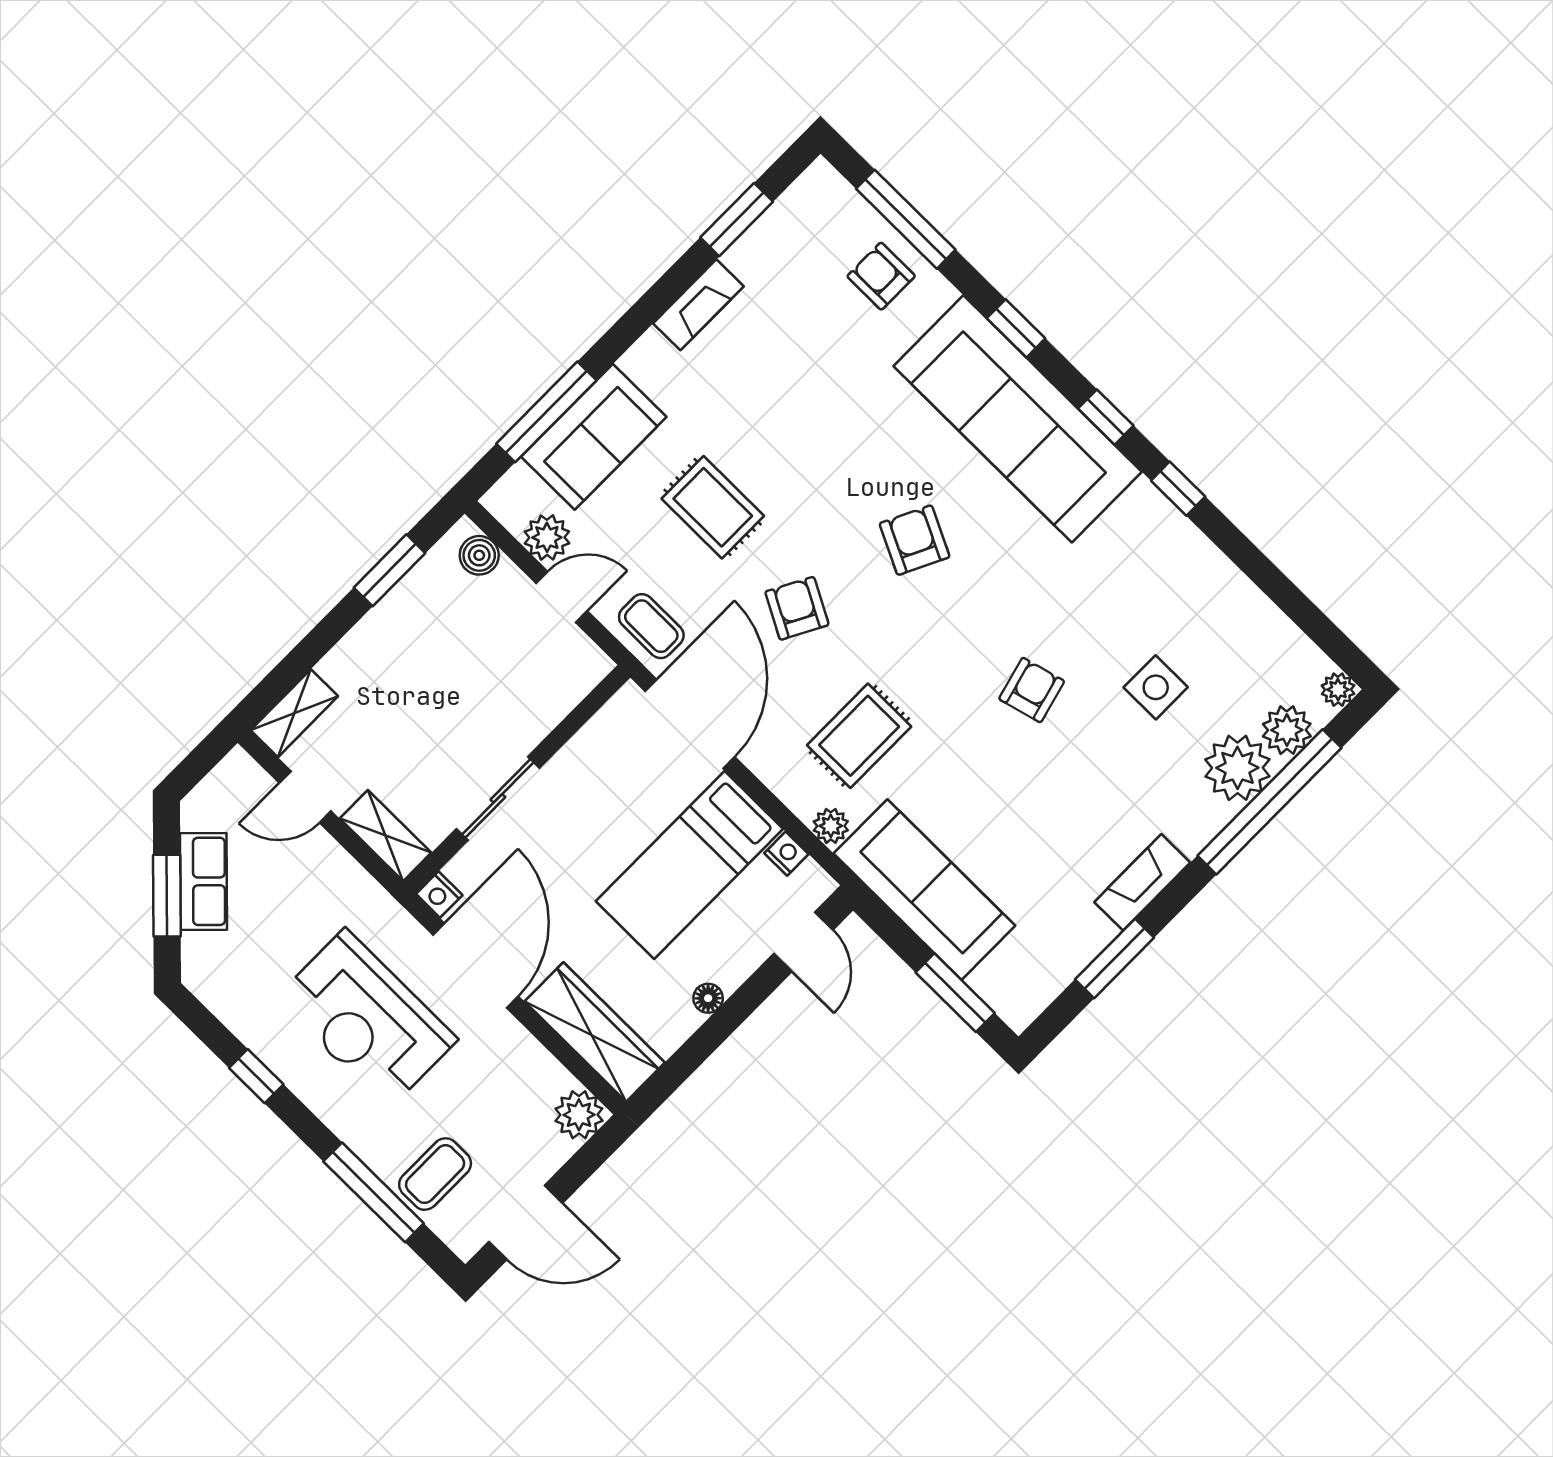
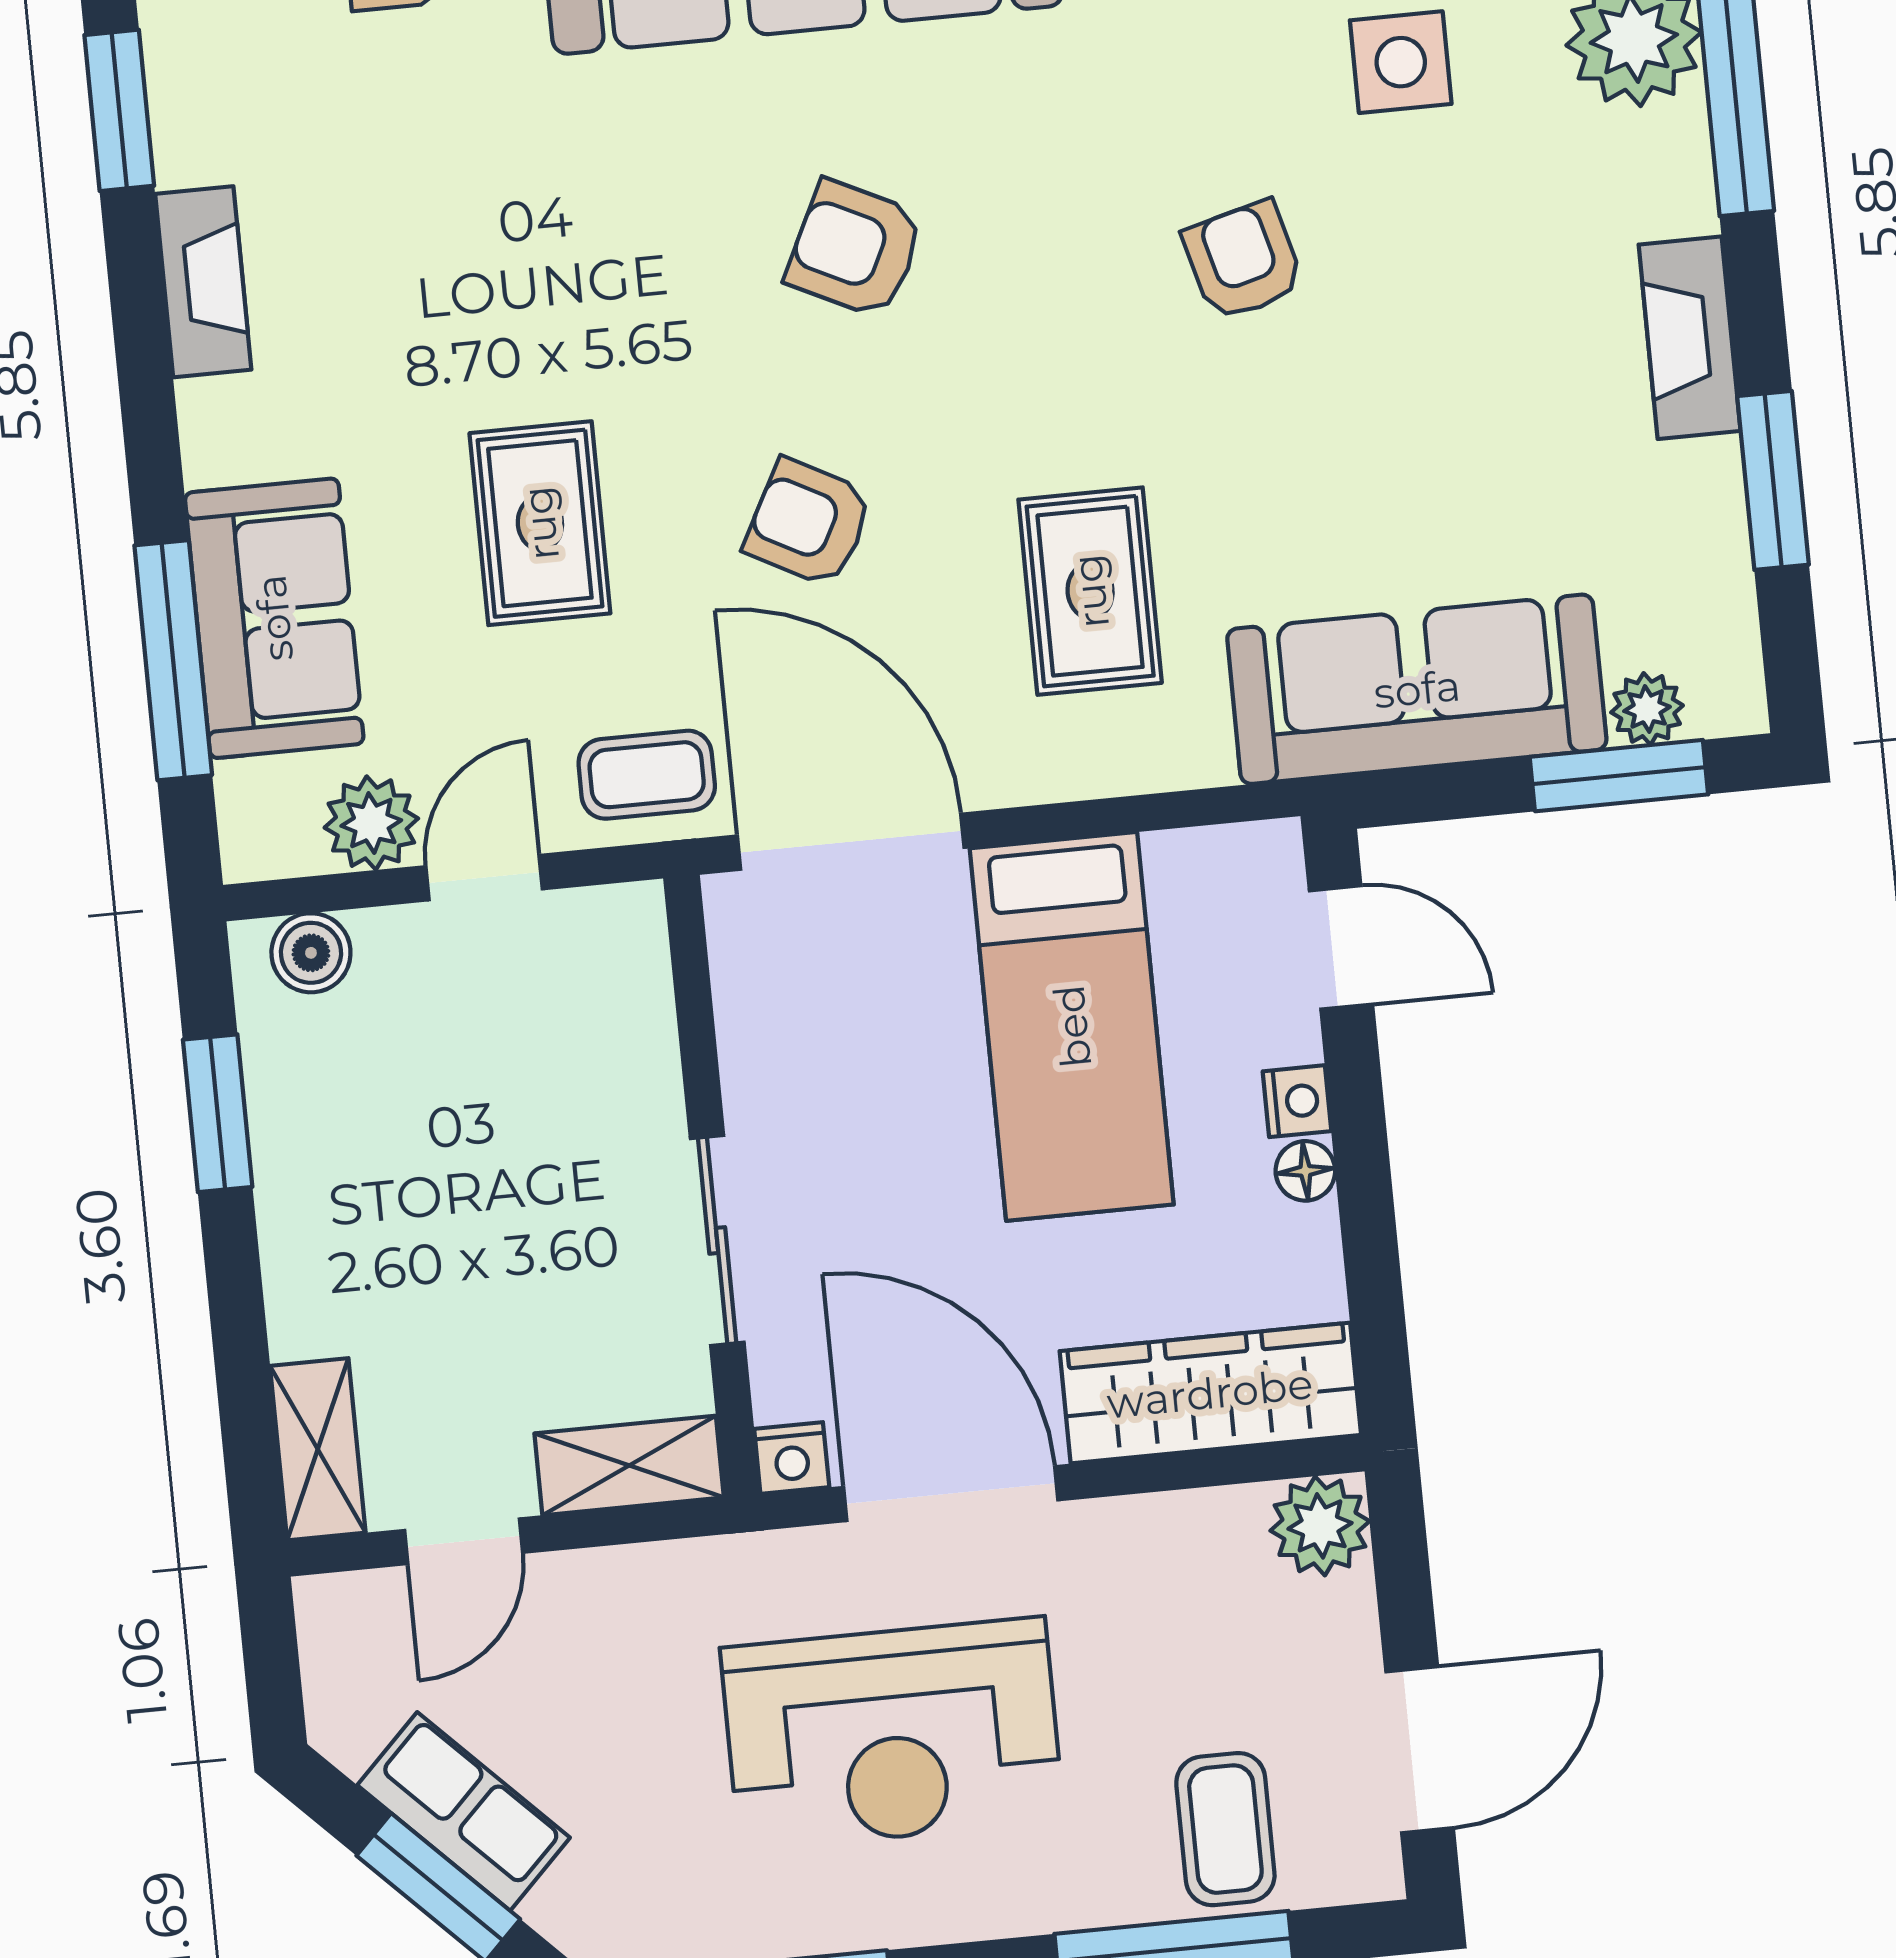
rug: (713, 507) -> (540, 523), turned 90
plant: (831, 826) -> (1647, 709), moved
nightstand: (786, 854) -> (1297, 1101), moved, turned 90

